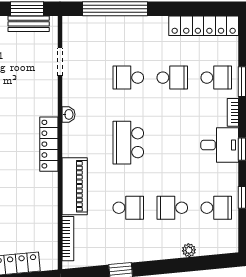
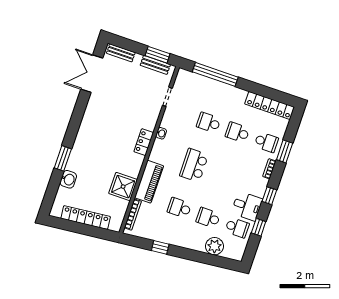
school desk: (172, 78) -> (237, 132), turned 180
locker: (49, 144) -> (144, 142), width x0.66
desk: (220, 145) -> (247, 206), moved
shower: (41, 205) -> (123, 187), added
school desk: (128, 208) -> (179, 208), turned 180
plant: (189, 250) -> (214, 246), width x1.88, depth x1.88

